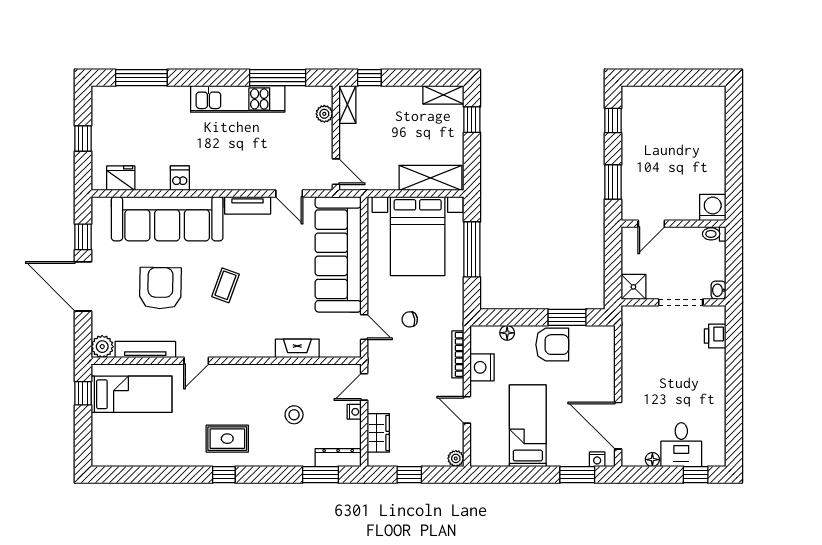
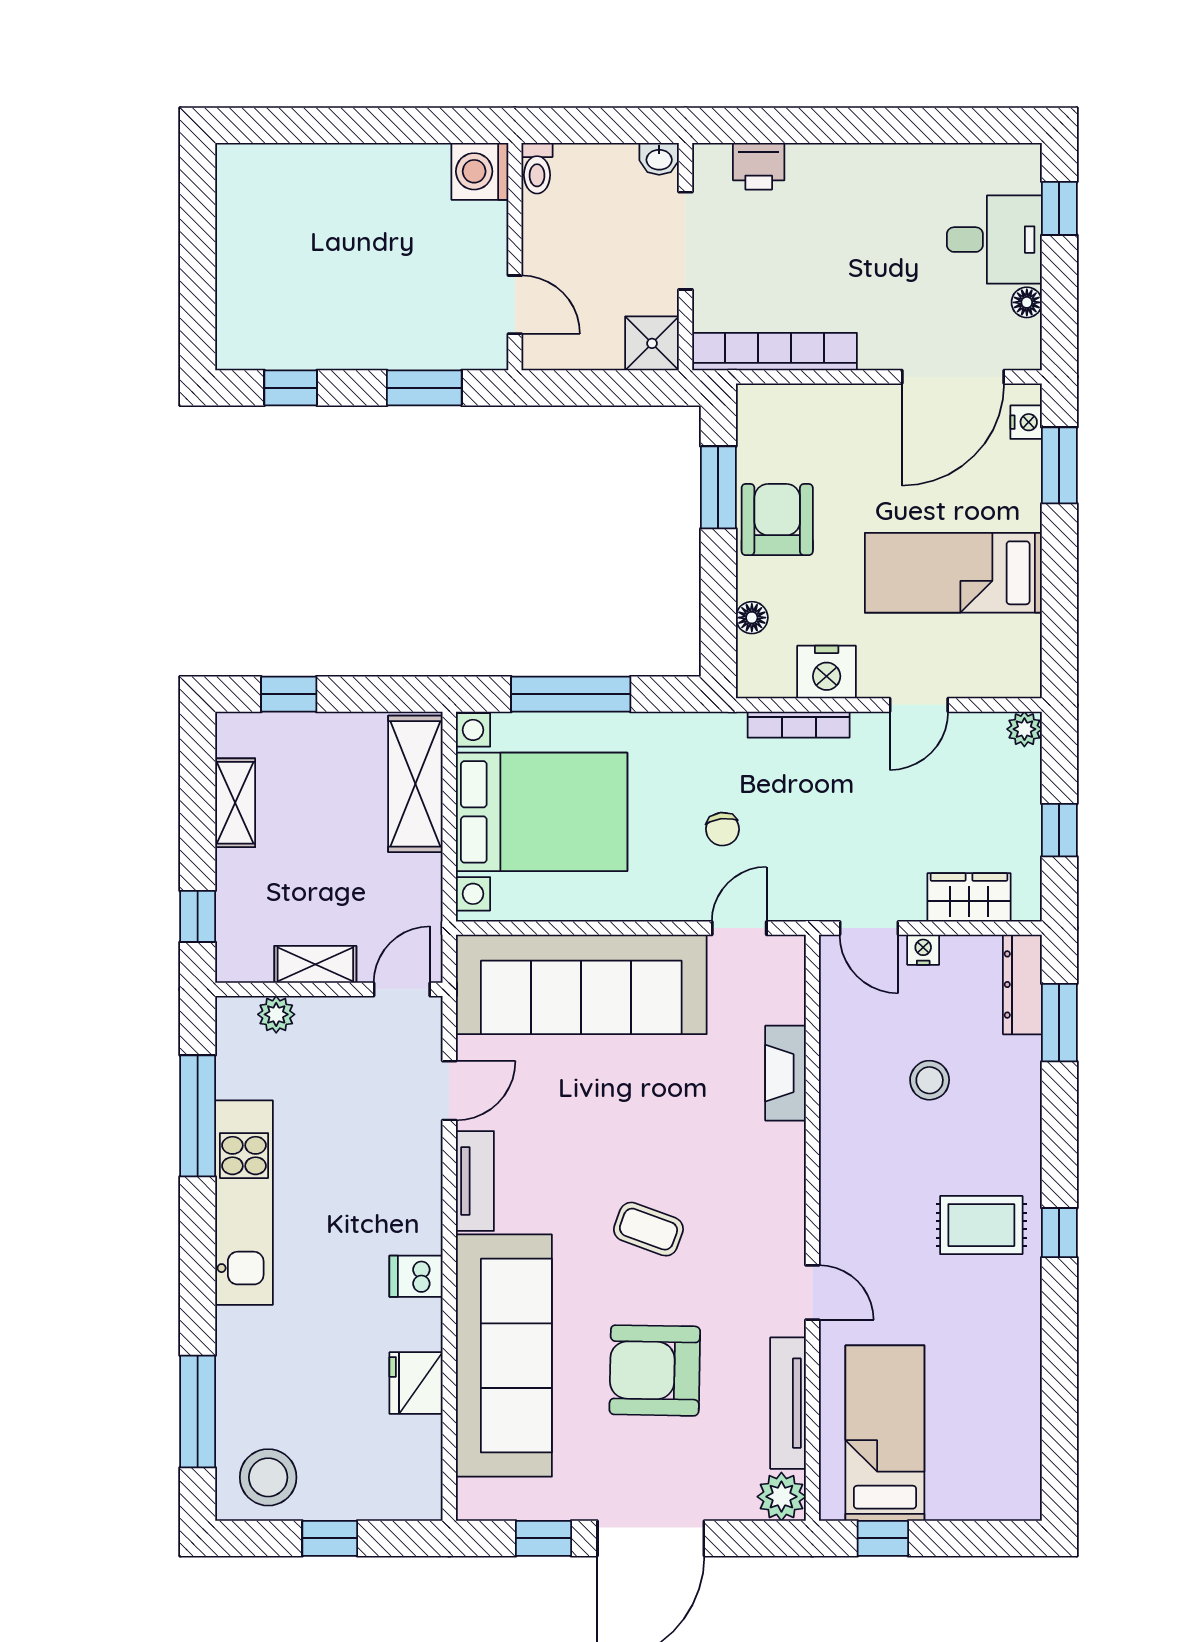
shelving: (443, 95) -> (235, 803), moved
shelving: (347, 105) -> (315, 964), moved
stool: (111, 110) -> (268, 1477), added
fridge: (121, 178) -> (416, 1383), moved
dishwasher: (180, 178) -> (416, 1276), moved
bookcase: (630, 343) -> (774, 352), added
rug: (227, 439) -> (981, 1225), turned 90

